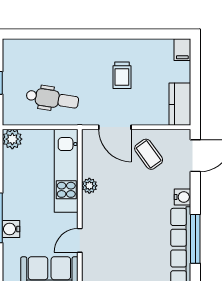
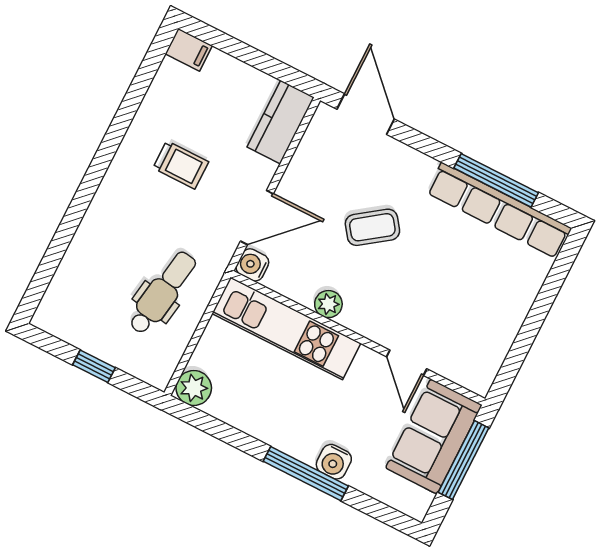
kitchen counter: (180, 104) -> (281, 122), moved, turned 90
coffee table: (149, 154) -> (372, 227), moved
water cooler: (182, 197) -> (252, 265), moved, turned -90

